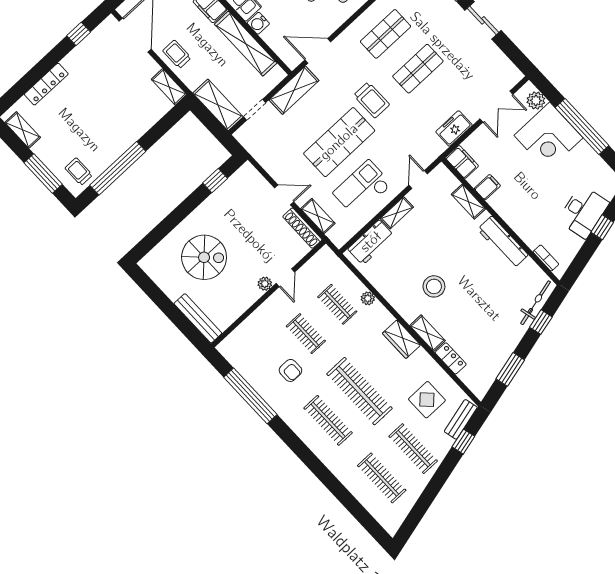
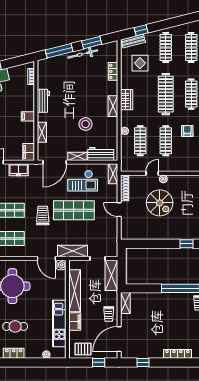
water cooler: (258, 23) -> (61, 265), moved
door: (418, 180) -> (55, 162), width x1.87
window: (215, 181) -> (187, 244), moved
filing cabinet: (487, 187) -> (28, 116), moved
shelving: (318, 216) -> (113, 174), moved
workbench: (503, 242) -> (43, 101), width x0.73
spiral stairs: (204, 257) -> (160, 203), moved, turned 180
stool: (434, 286) -> (86, 124), moved
bicycle: (536, 303) -> (83, 54), moved
clothes rail: (337, 304) -> (140, 141), width x1.36
window: (541, 322) -> (59, 51), width x2.17
shelving: (427, 333) -> (113, 106), moved
clothes rail: (306, 334) -> (166, 141), width x1.36

